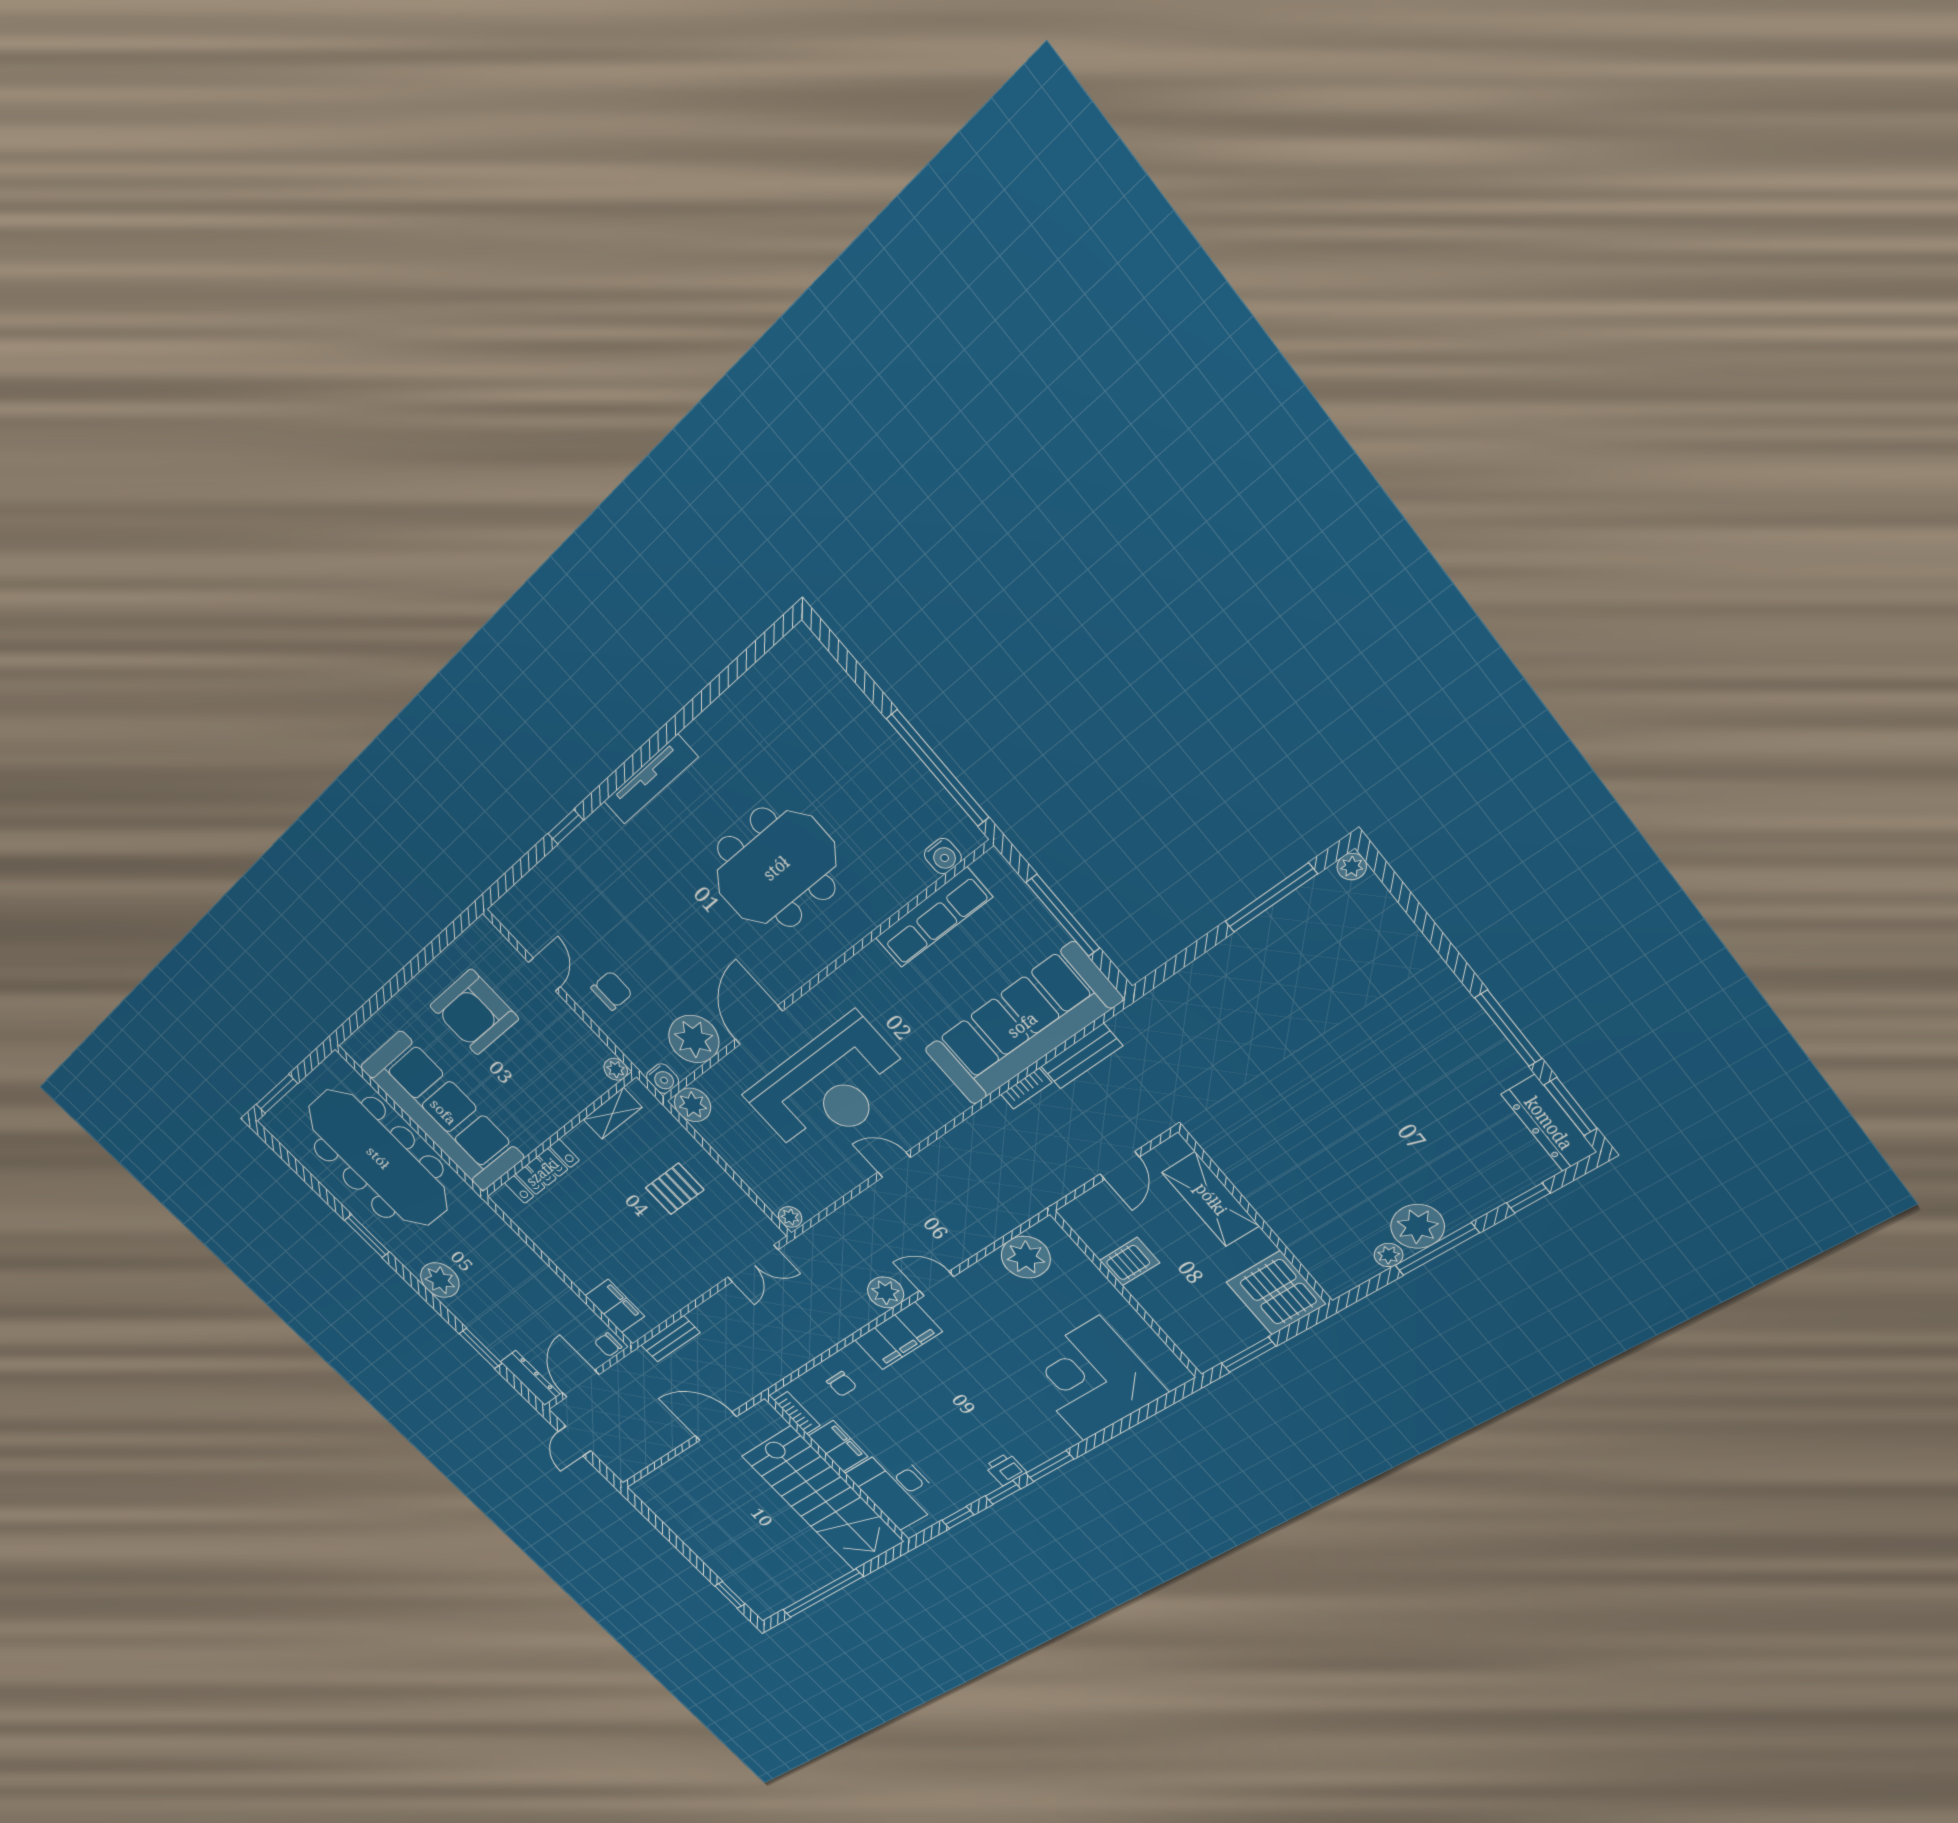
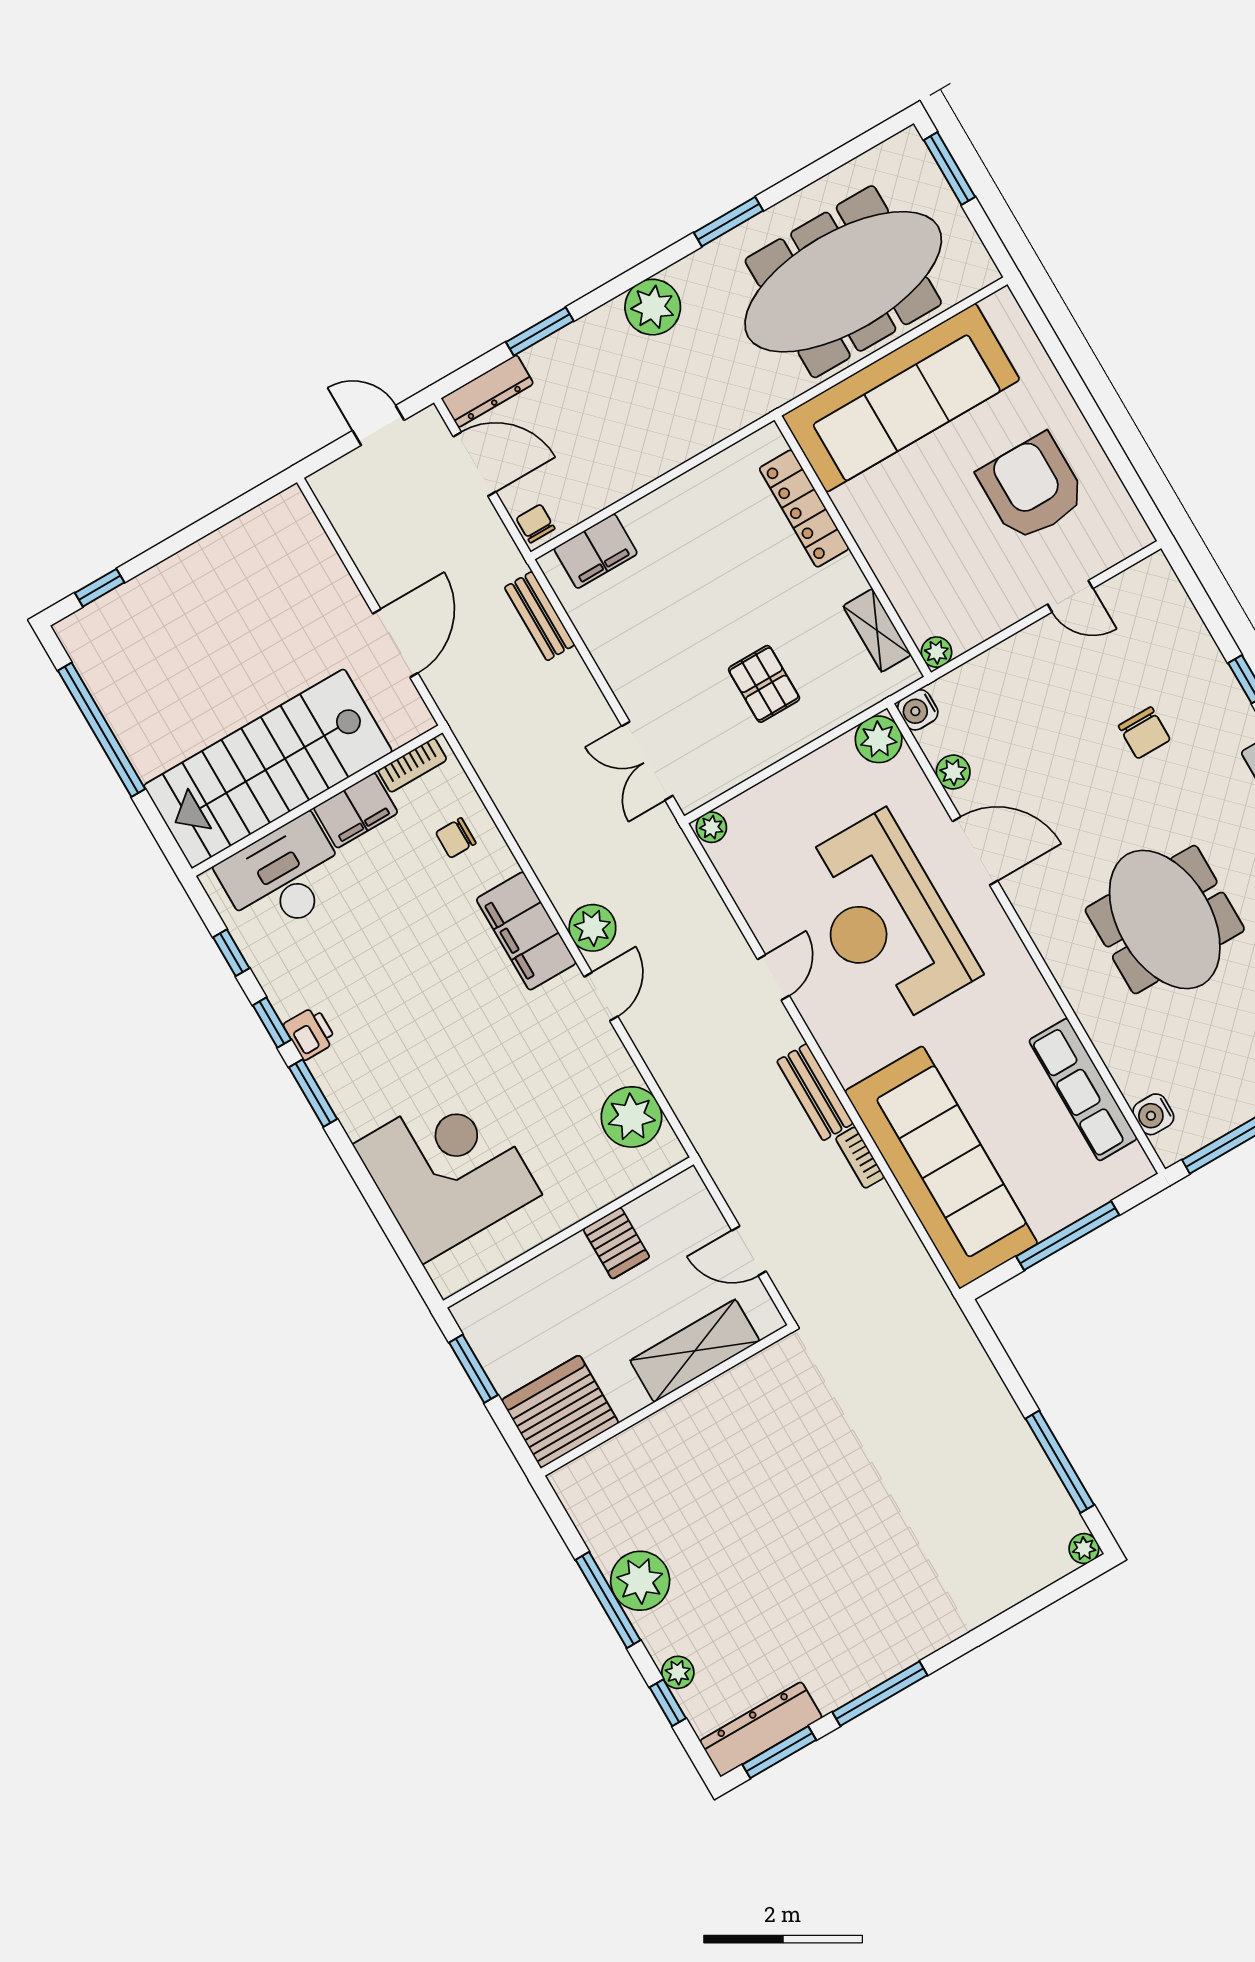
chair: (612, 991) -> (1144, 733), moved
plant: (694, 1039) -> (953, 772), width x0.53, depth x0.53
bench: (1082, 1056) -> (815, 1092), moved
plant: (1389, 1255) -> (678, 1672), moved

